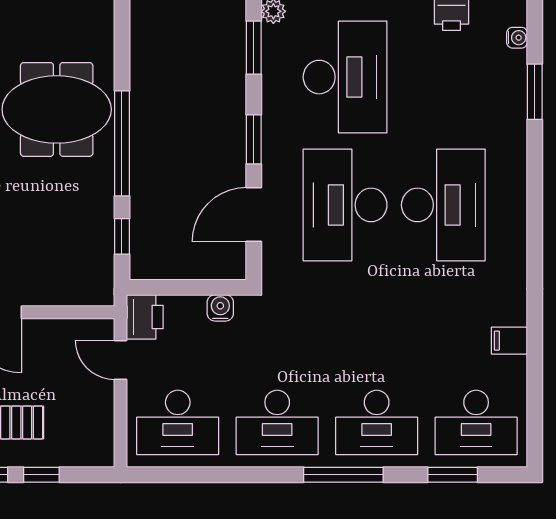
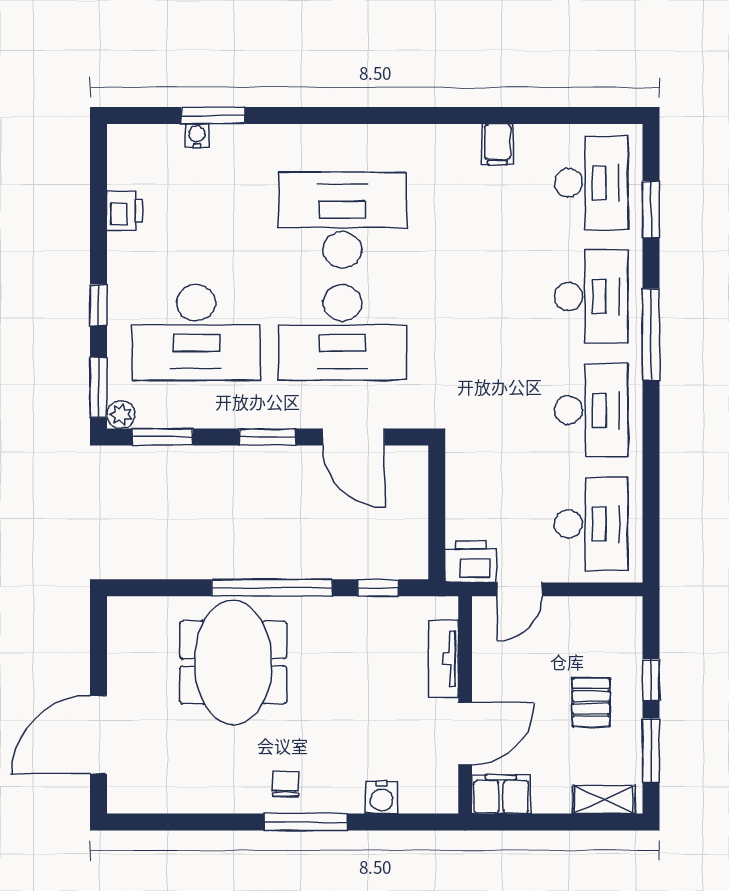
water cooler: (517, 38) -> (197, 136), moved
desk: (345, 77) -> (196, 332), turned 180
tv unit: (60, 293) -> (444, 659), added
water cooler: (220, 308) -> (460, 475), removed

